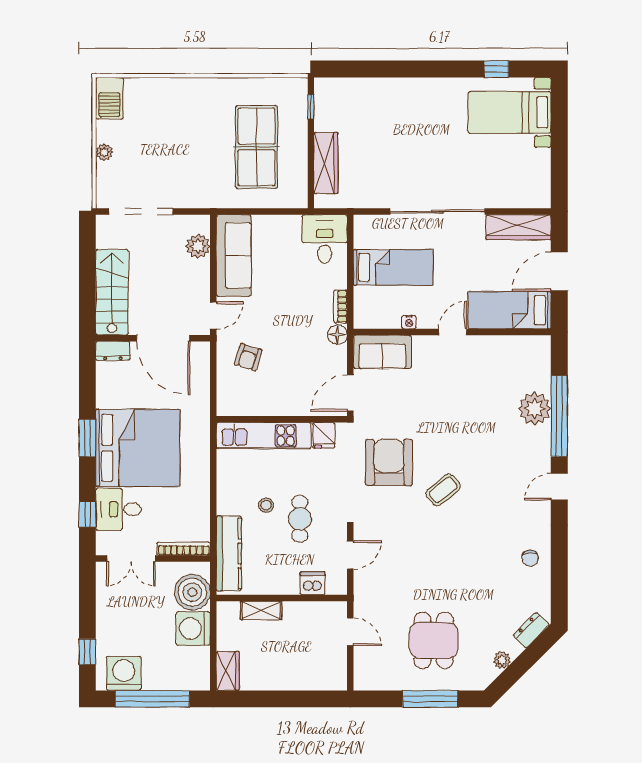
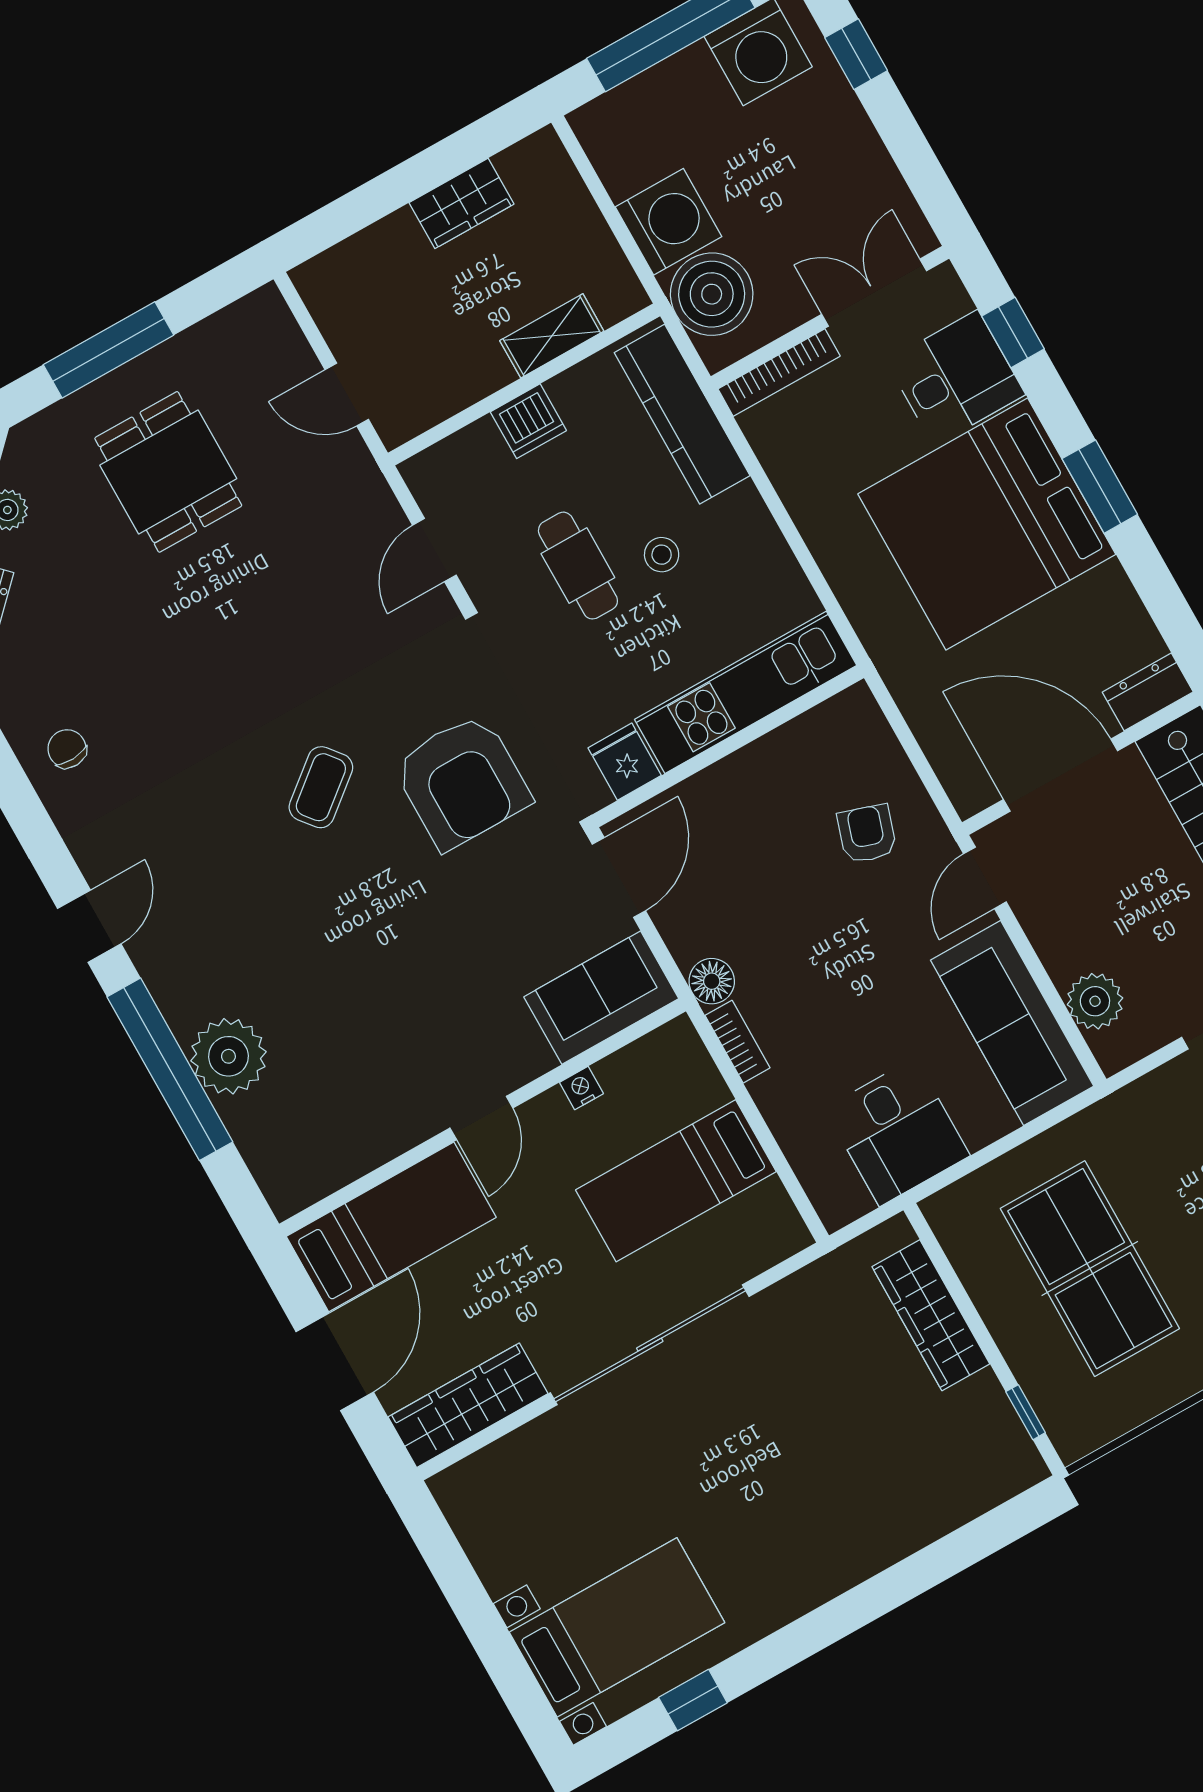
desk: (325, 239) -> (897, 1132), moved
dishwasher: (313, 583) -> (528, 421), moved
wardrobe: (228, 671) -> (462, 203), moved, turned -90

